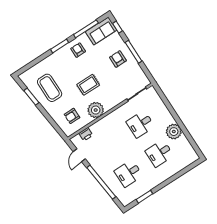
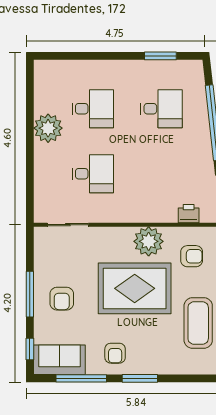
rug: (88, 85) -> (135, 288), width x1.86, depth x2.06

